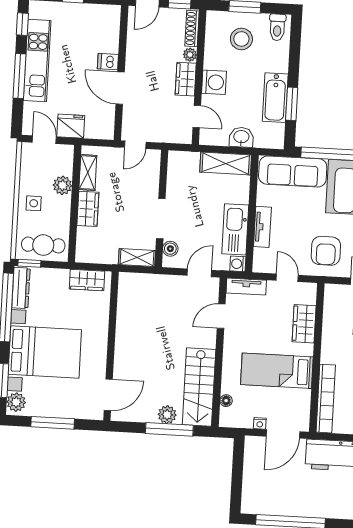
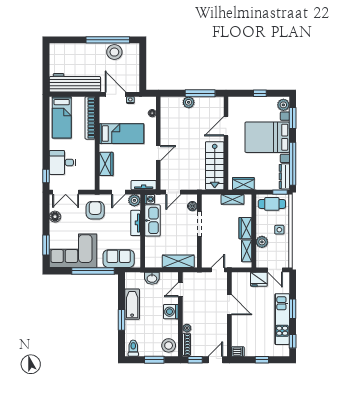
stool: (241, 39) -> (169, 345), moved
dishwasher: (108, 62) -> (238, 352), moved
window: (19, 76) -> (293, 309), width x0.69
wardrobe: (186, 79) -> (189, 313), removed
window: (292, 104) -> (122, 320), moved
door: (197, 117) -> (180, 290), hinge flipped
shelving: (226, 164) -> (178, 261), moved
sofa: (293, 171) -> (119, 259), width x0.73
shelving: (137, 258) -> (233, 199), moved
plant: (262, 263) -> (134, 200), added
door: (287, 278) -> (118, 192), hinge flipped
door: (221, 316) -> (158, 153), moved
stairs: (199, 387) -> (215, 166), moved, turned 180
door: (108, 395) -> (226, 126), moved
window: (53, 423) -> (260, 93), width x0.46
window: (169, 429) -> (200, 93), moved
door: (283, 434) -> (116, 94), hinge flipped
stool: (281, 501) -> (114, 52), added

